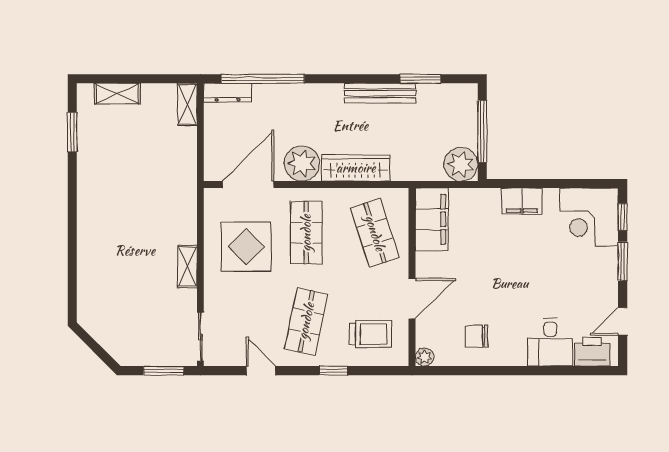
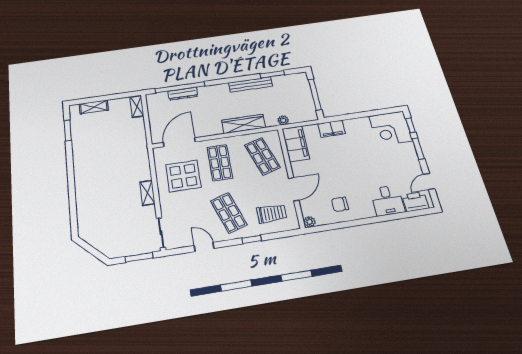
dresser: (228, 93) -> (183, 94), moved
plant: (302, 164) -> (211, 126), removed
plant: (461, 164) -> (283, 120), moved, width x0.53, depth x0.53
filing cabinet: (522, 201) -> (332, 129), moved
shop shelf: (306, 321) -> (229, 213), turned -30

